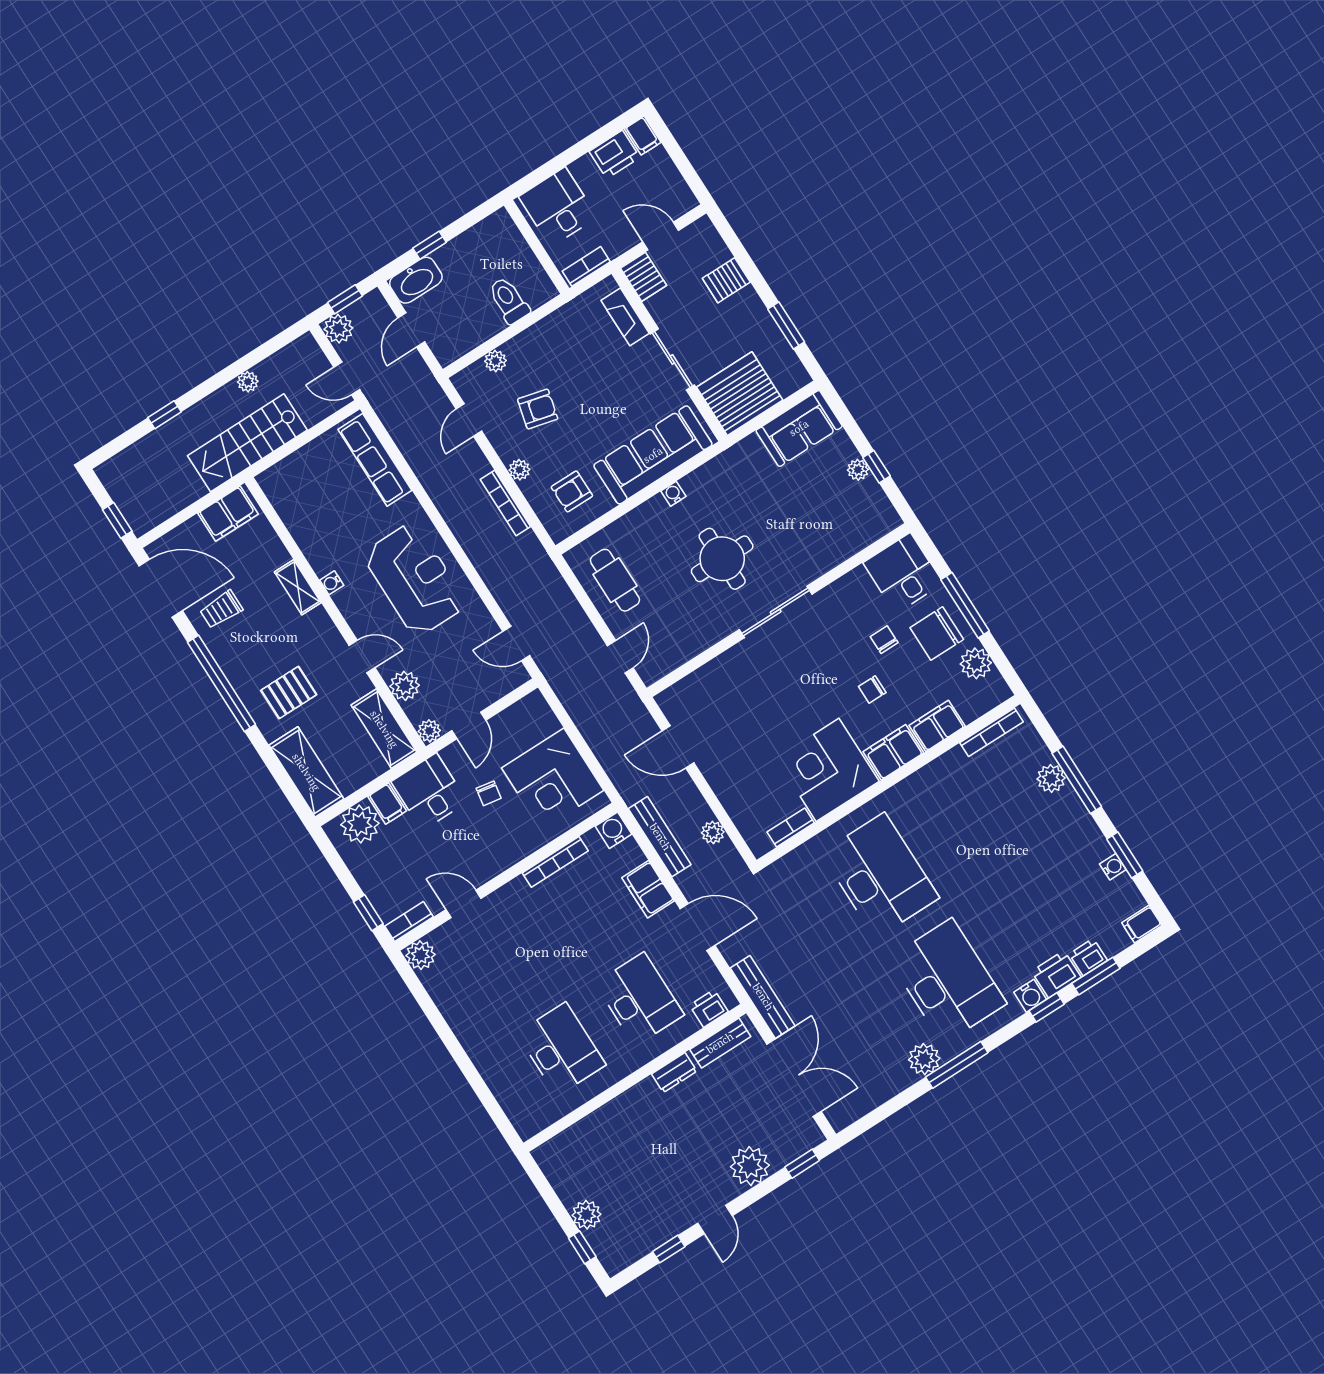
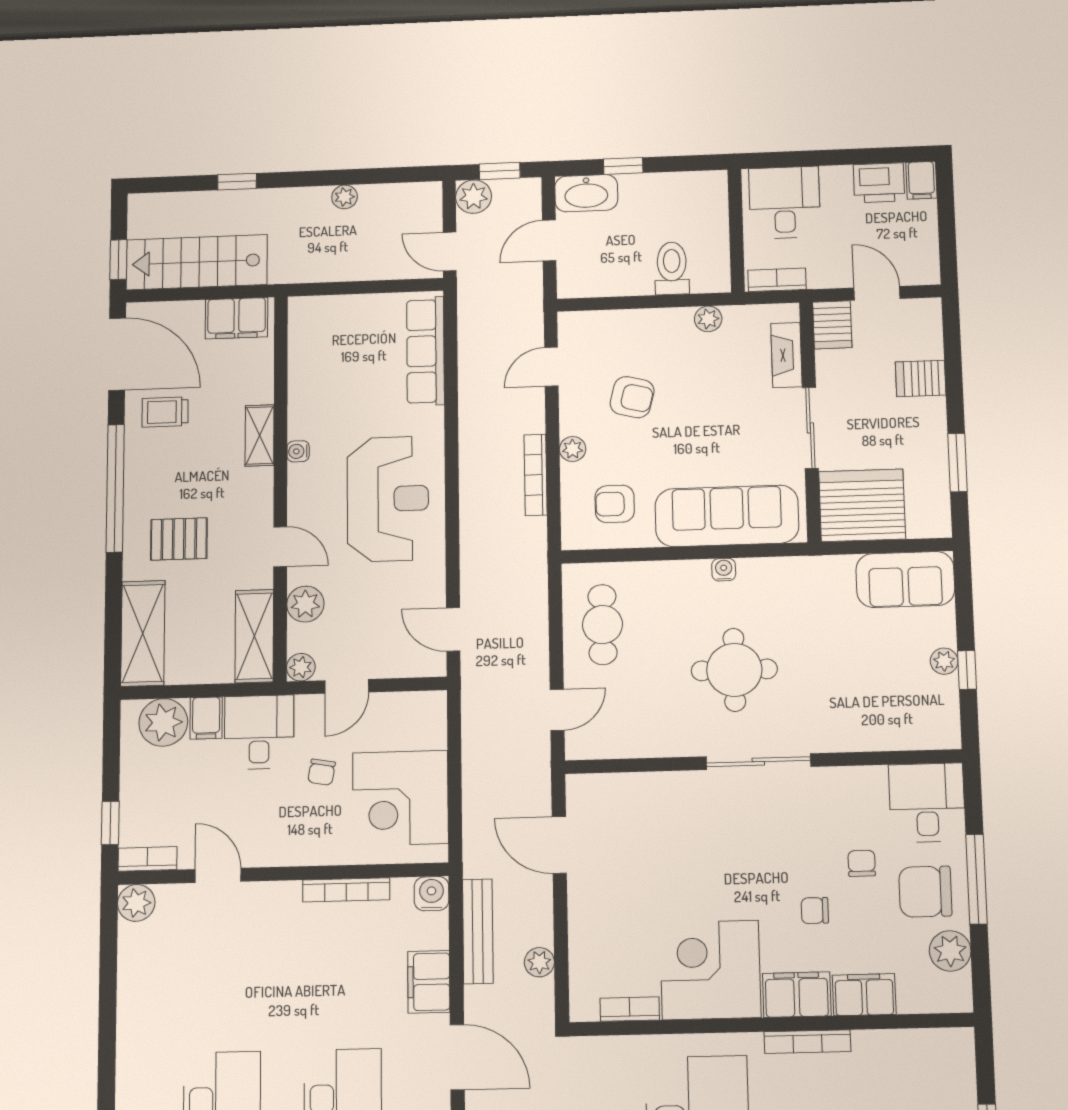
plant: (495, 361) -> (708, 319), moved
stairs: (247, 443) -> (197, 262), moved
bookcase: (991, 732) -> (807, 1042), moved

